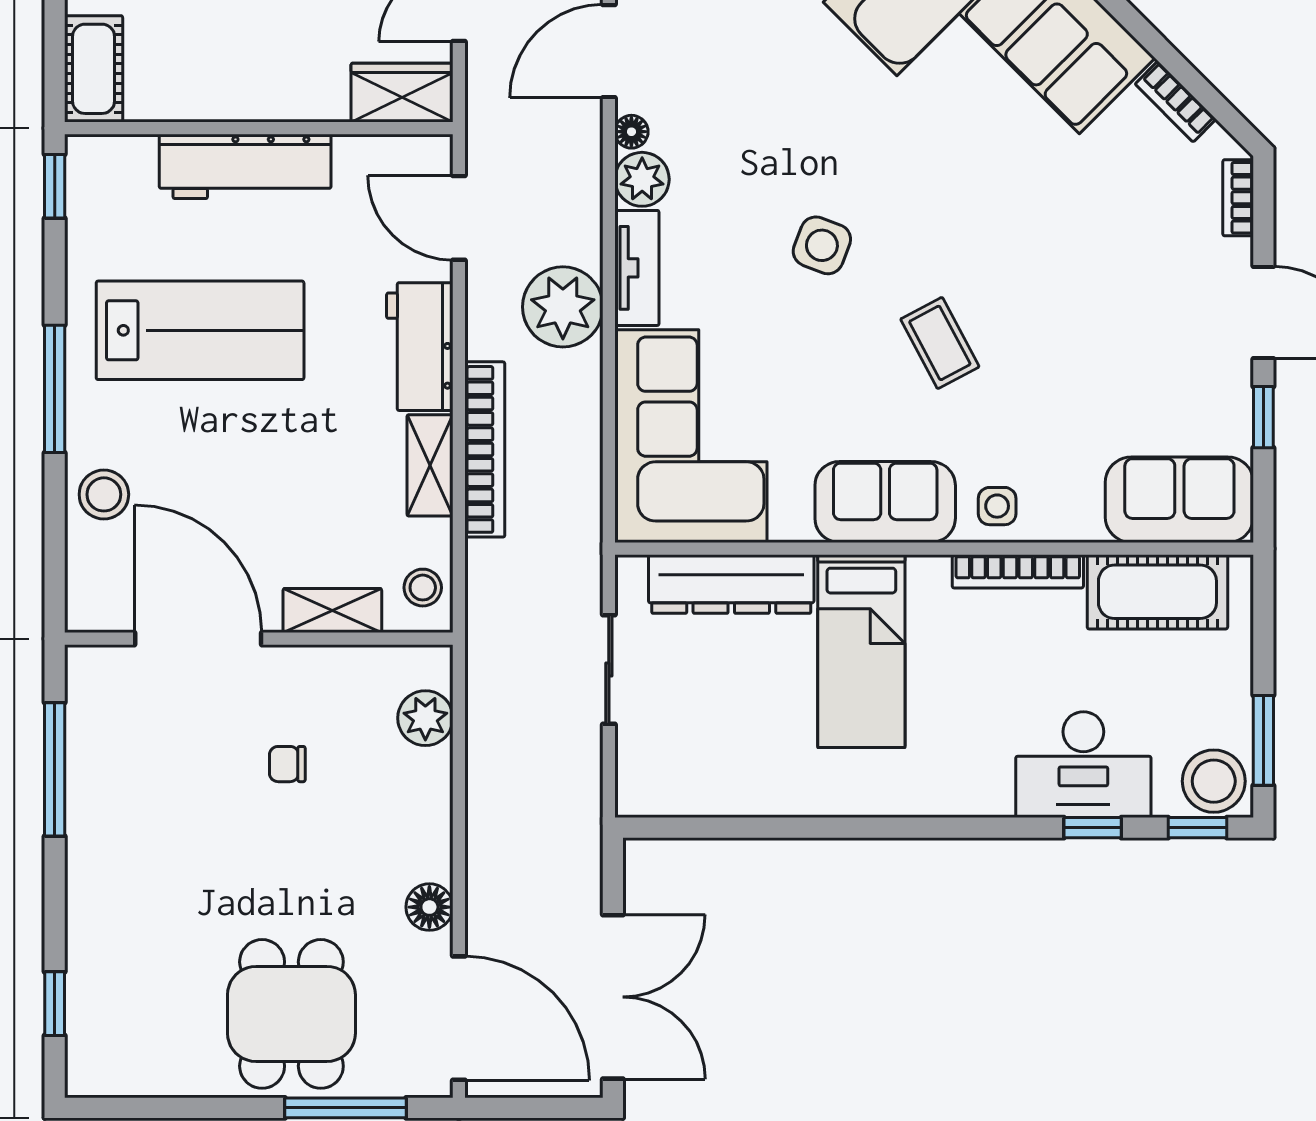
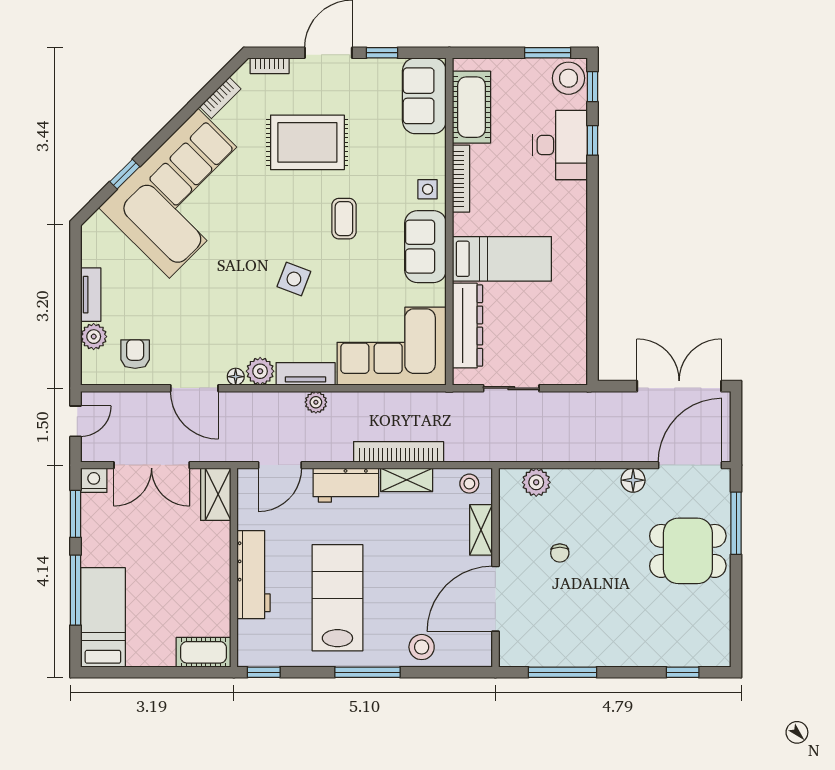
rug: (1089, 272) -> (307, 142), added
plant: (563, 307) -> (316, 402), width x0.53, depth x0.53
coffee table: (940, 343) -> (344, 219), turned -62

